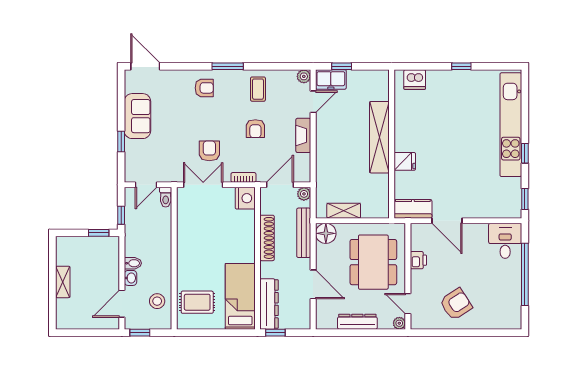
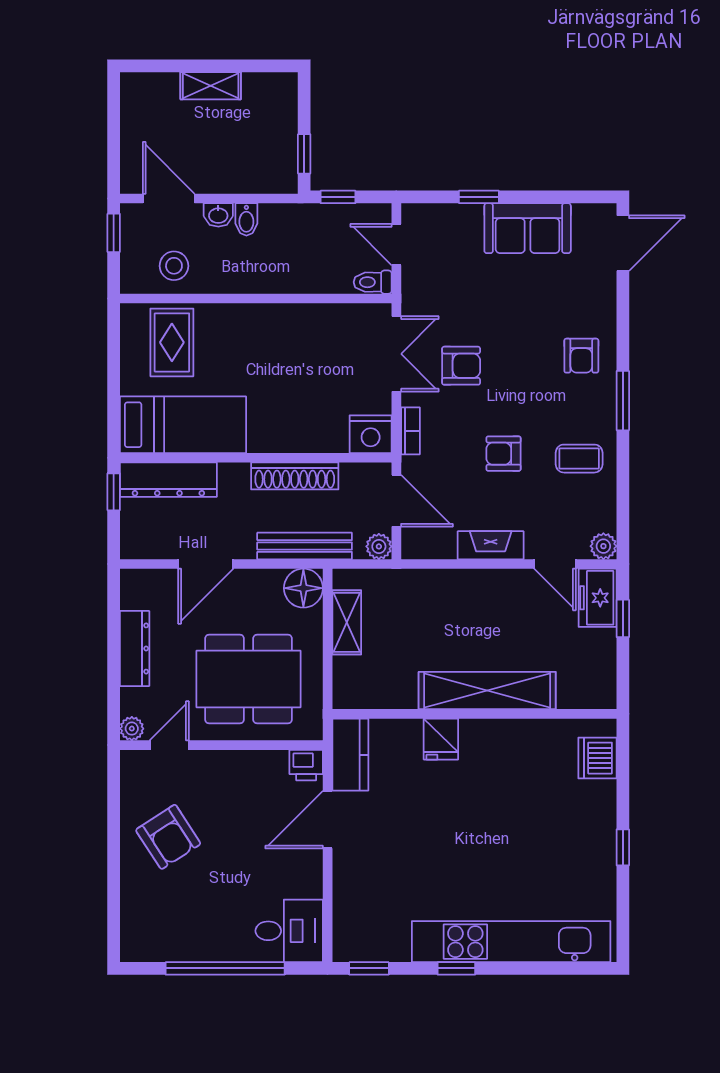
printer: (418, 260) -> (306, 765), moved

